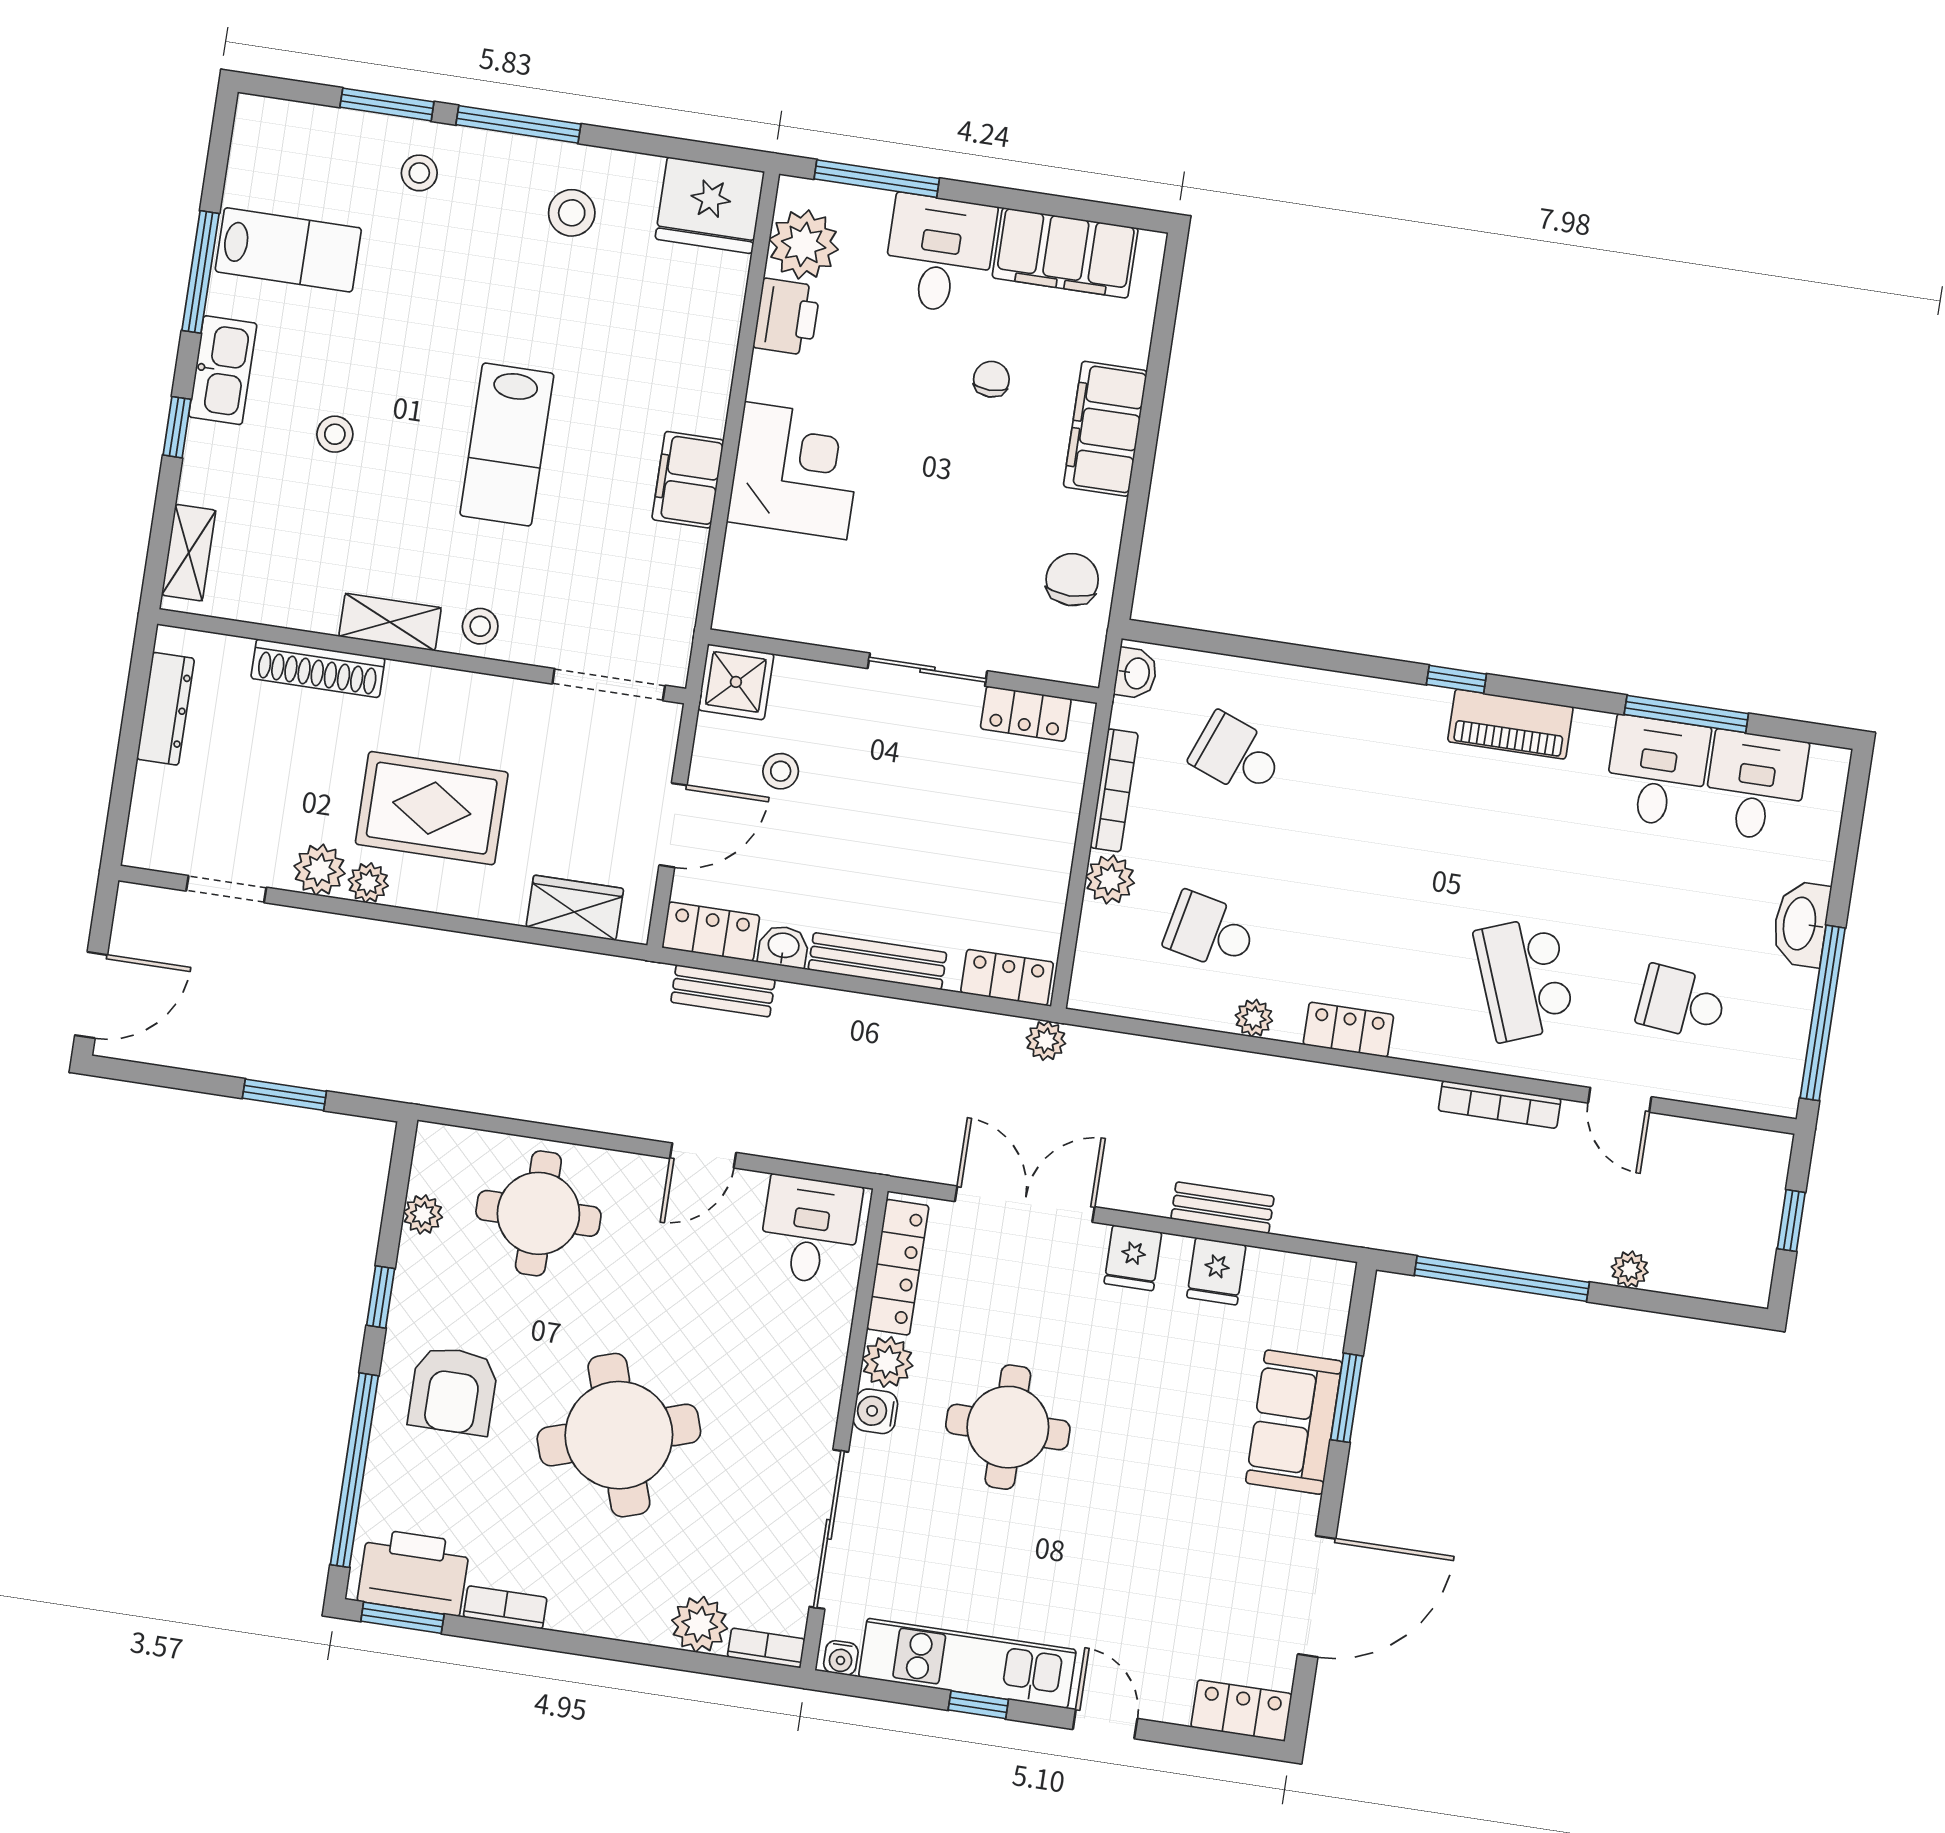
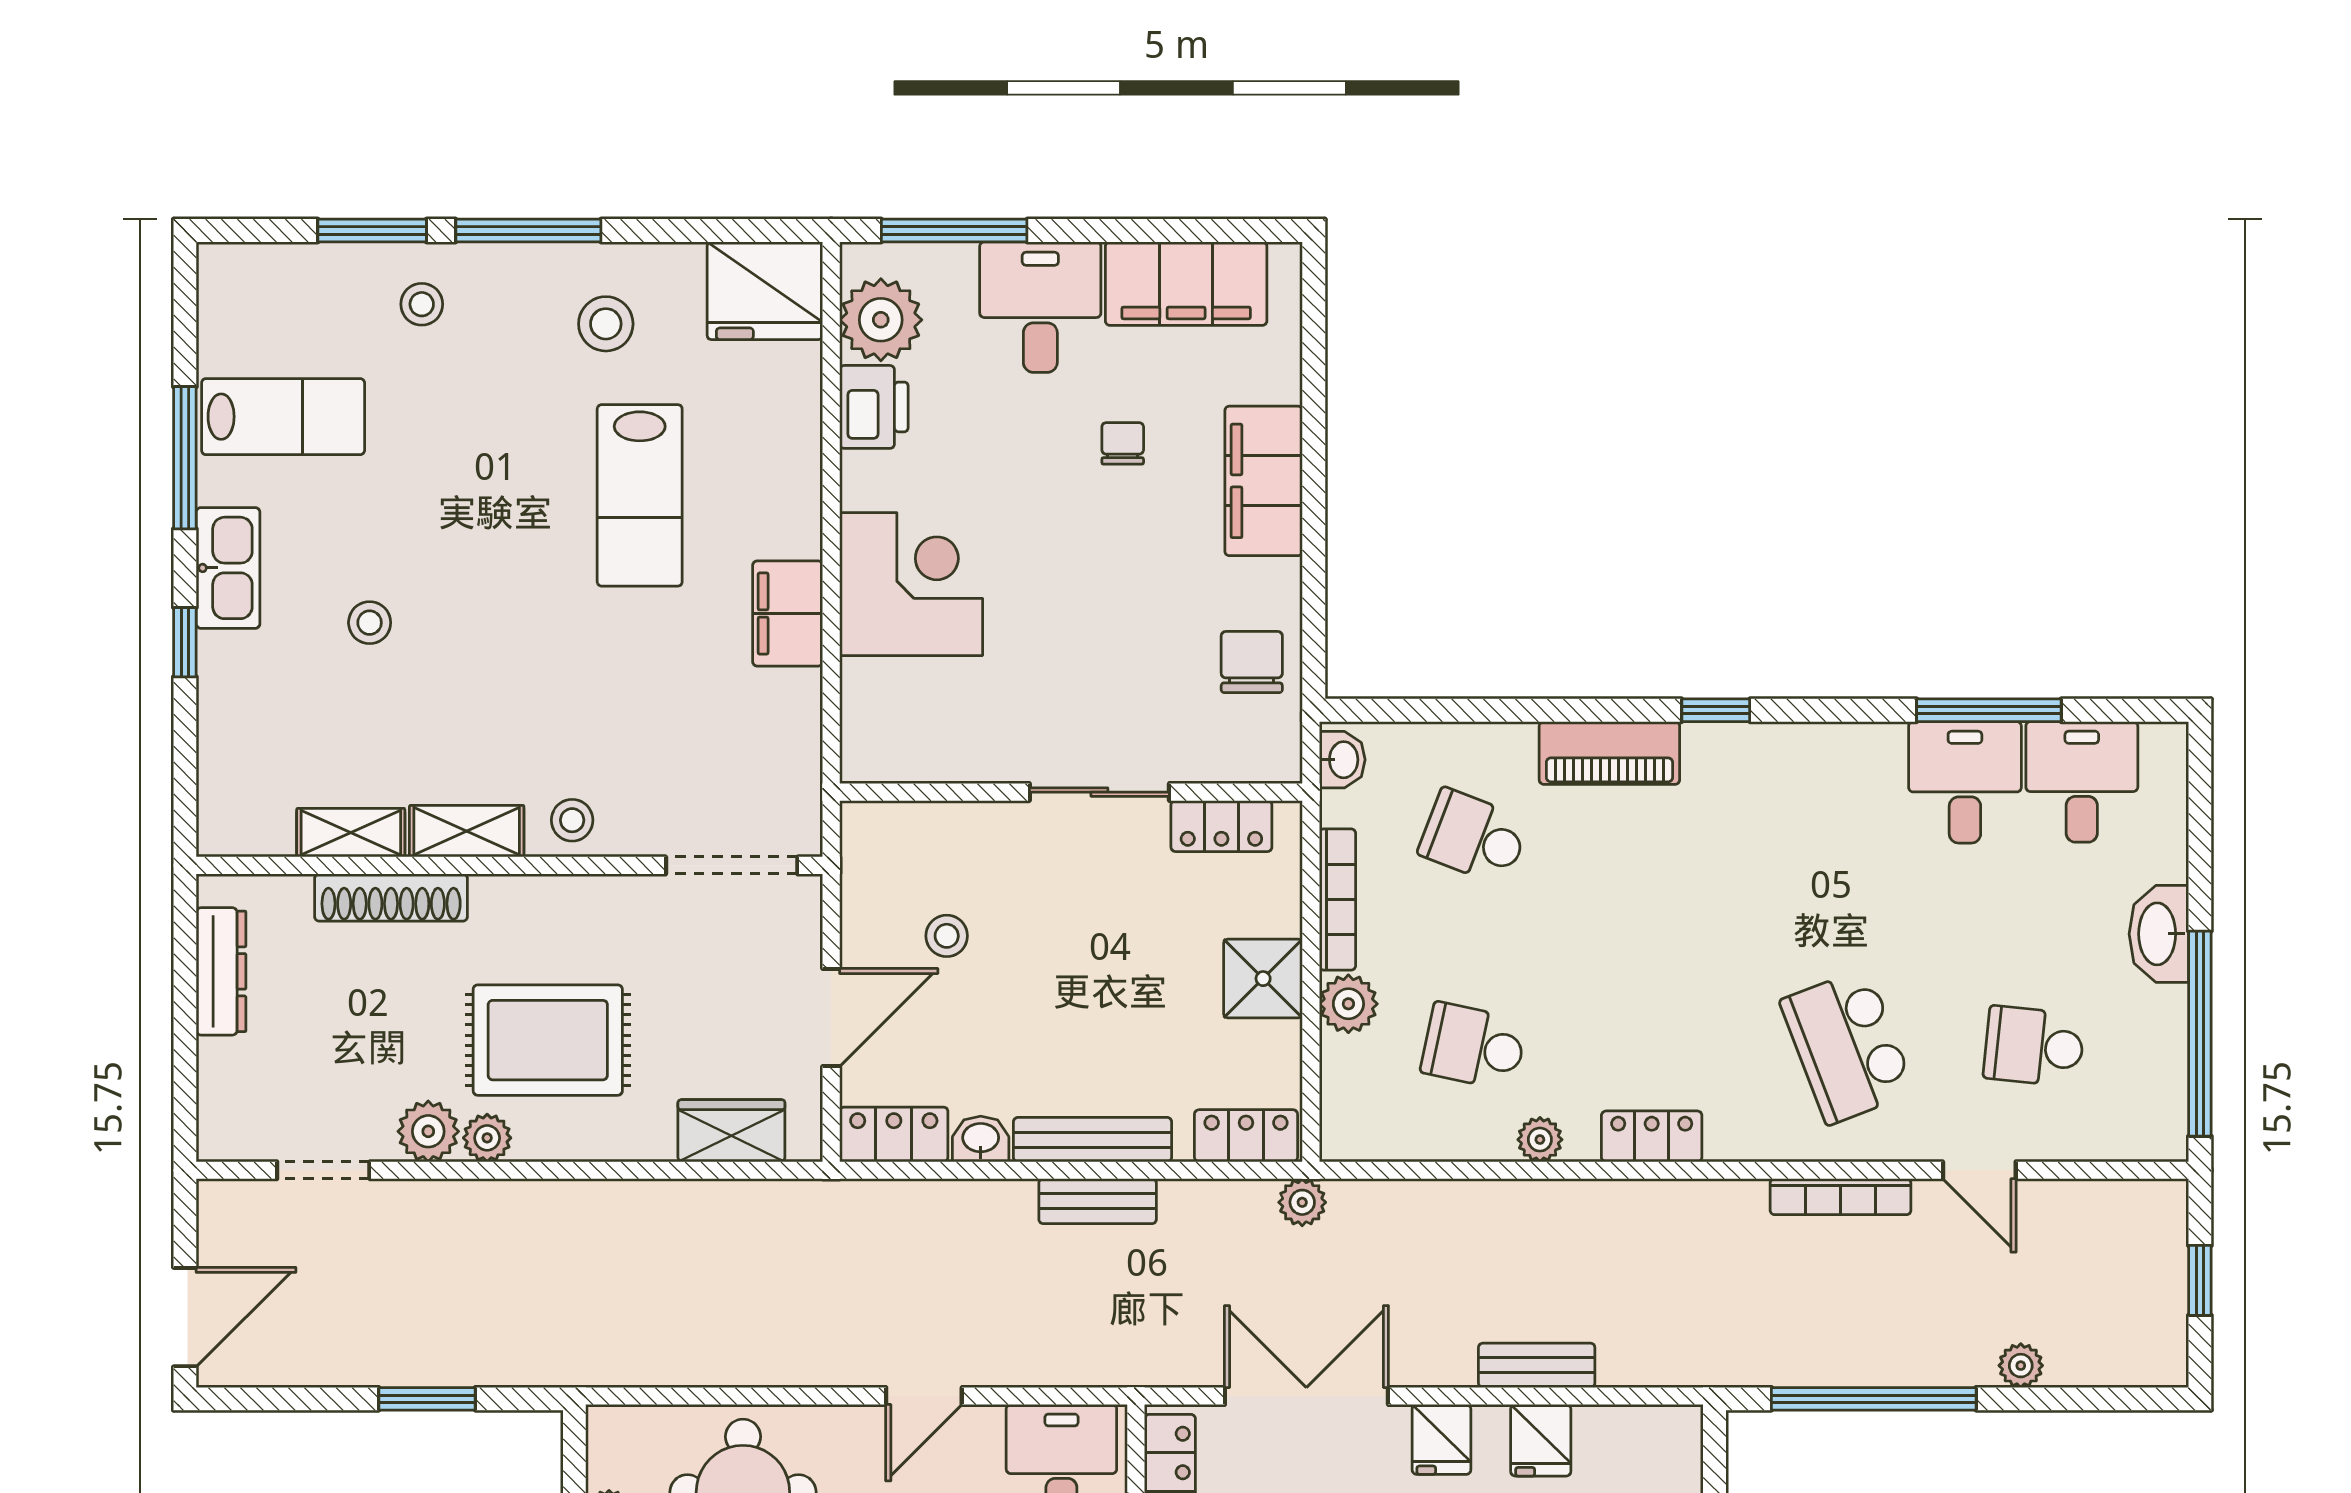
lab bench: (507, 444) -> (640, 495), moved
shelving: (189, 553) -> (351, 833), moved, turned 90
shower: (736, 682) -> (1263, 979), moved
piano: (1510, 724) -> (1609, 753), moved
bench: (723, 991) -> (1098, 1201), moved

